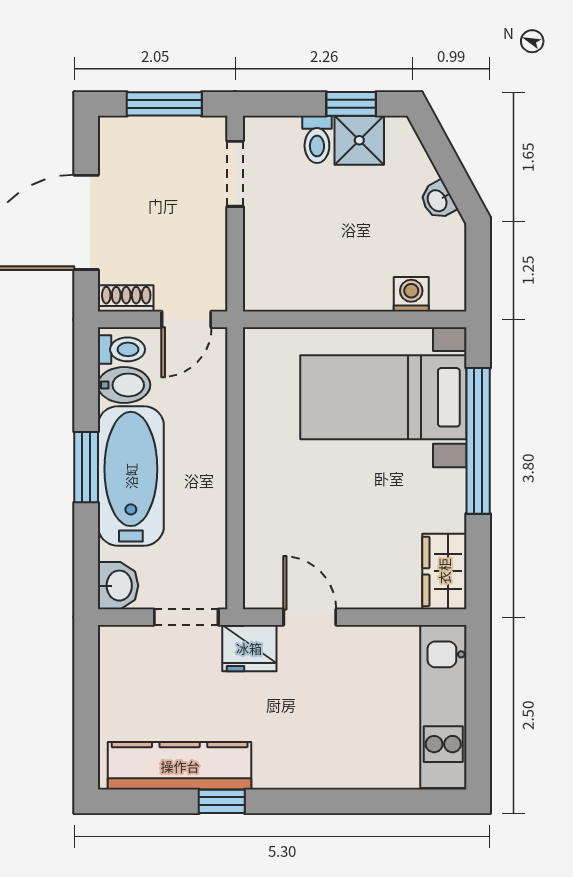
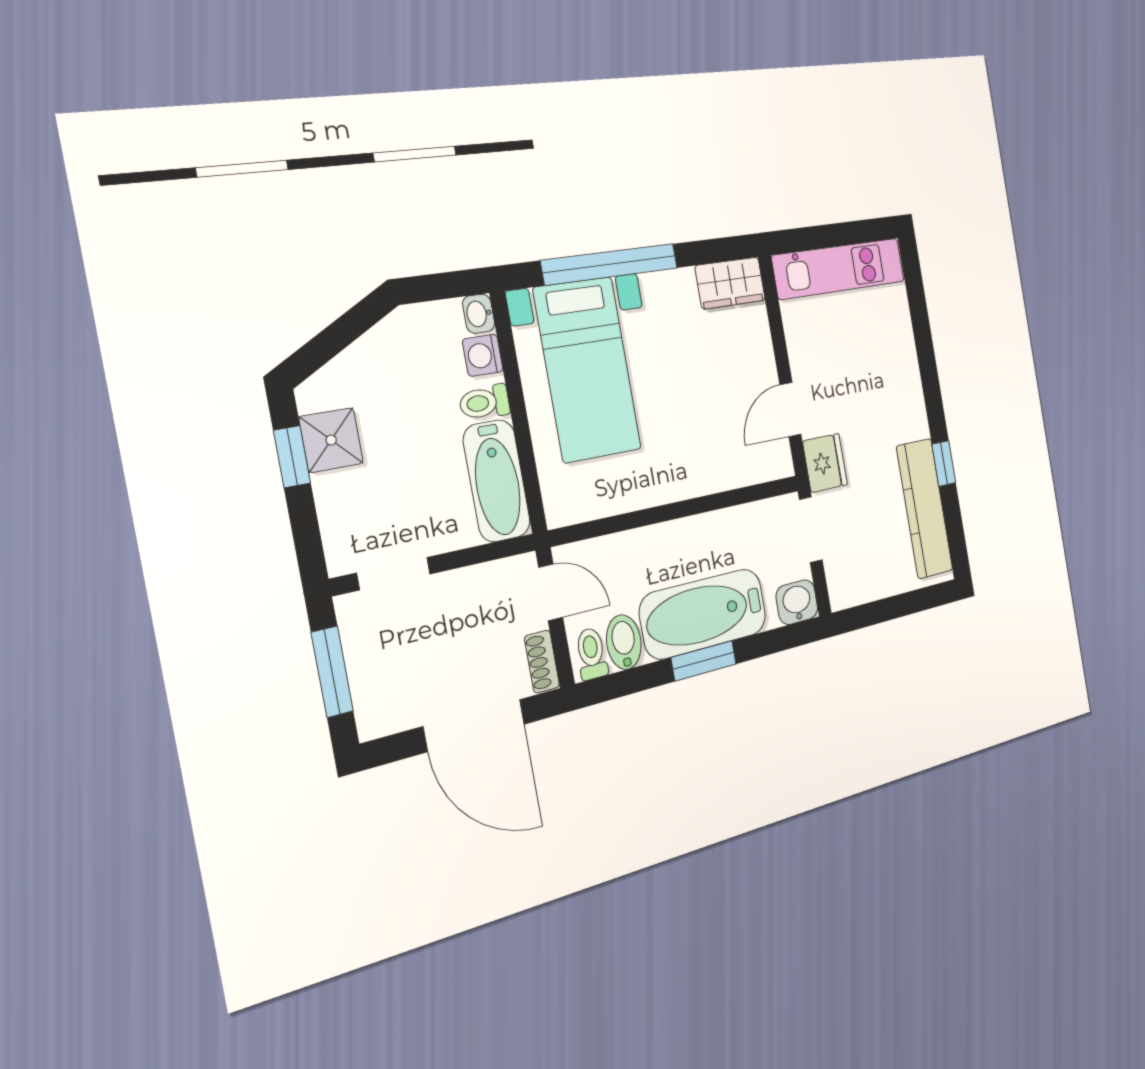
toilet: (317, 139) -> (485, 402), moved, turned 180
washbasin: (438, 200) -> (479, 314), moved, turned 119
bathtub: (297, 286) -> (497, 481), added

